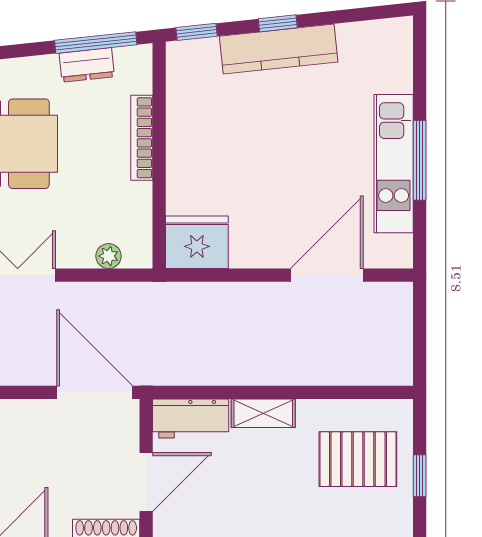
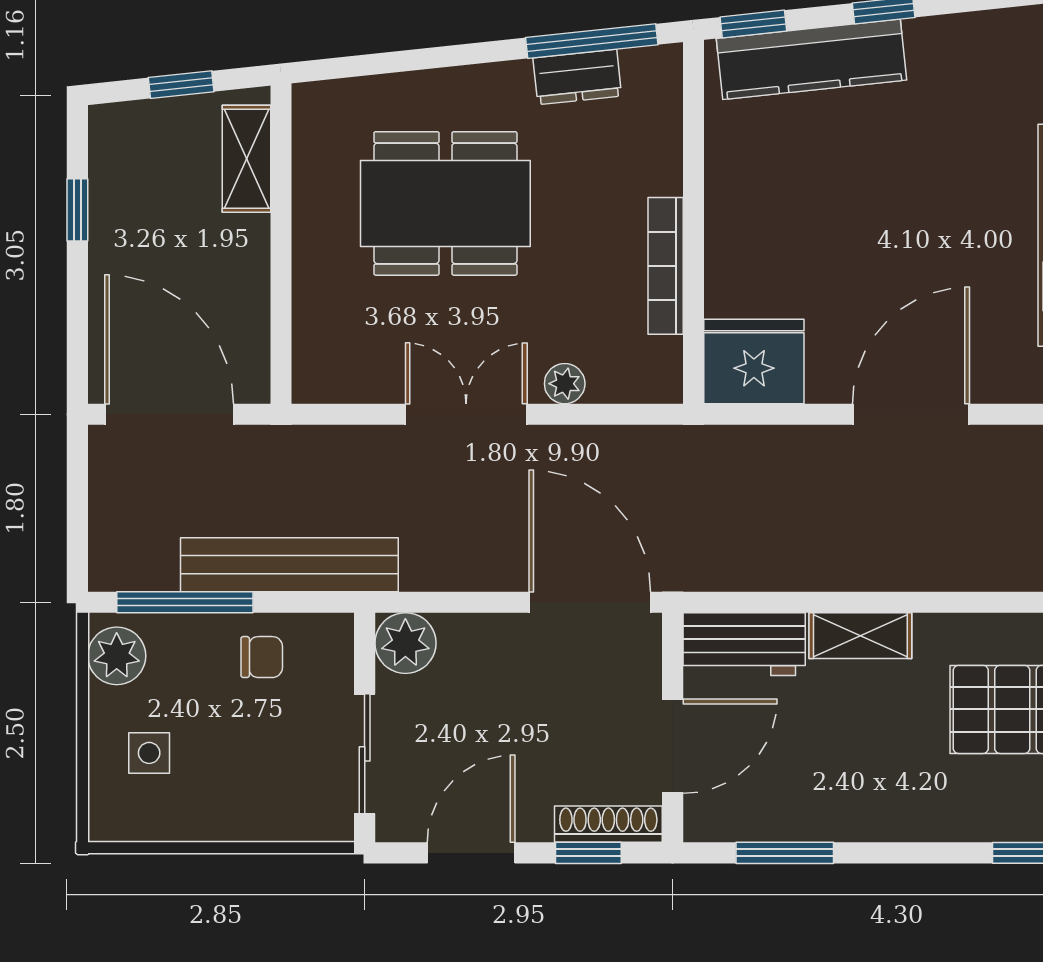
kitchen counter: (279, 49) -> (811, 59), moved
bookcase: (142, 138) -> (666, 266), moved
plant: (109, 256) -> (565, 384), moved
door: (327, 275) -> (911, 414), moved

